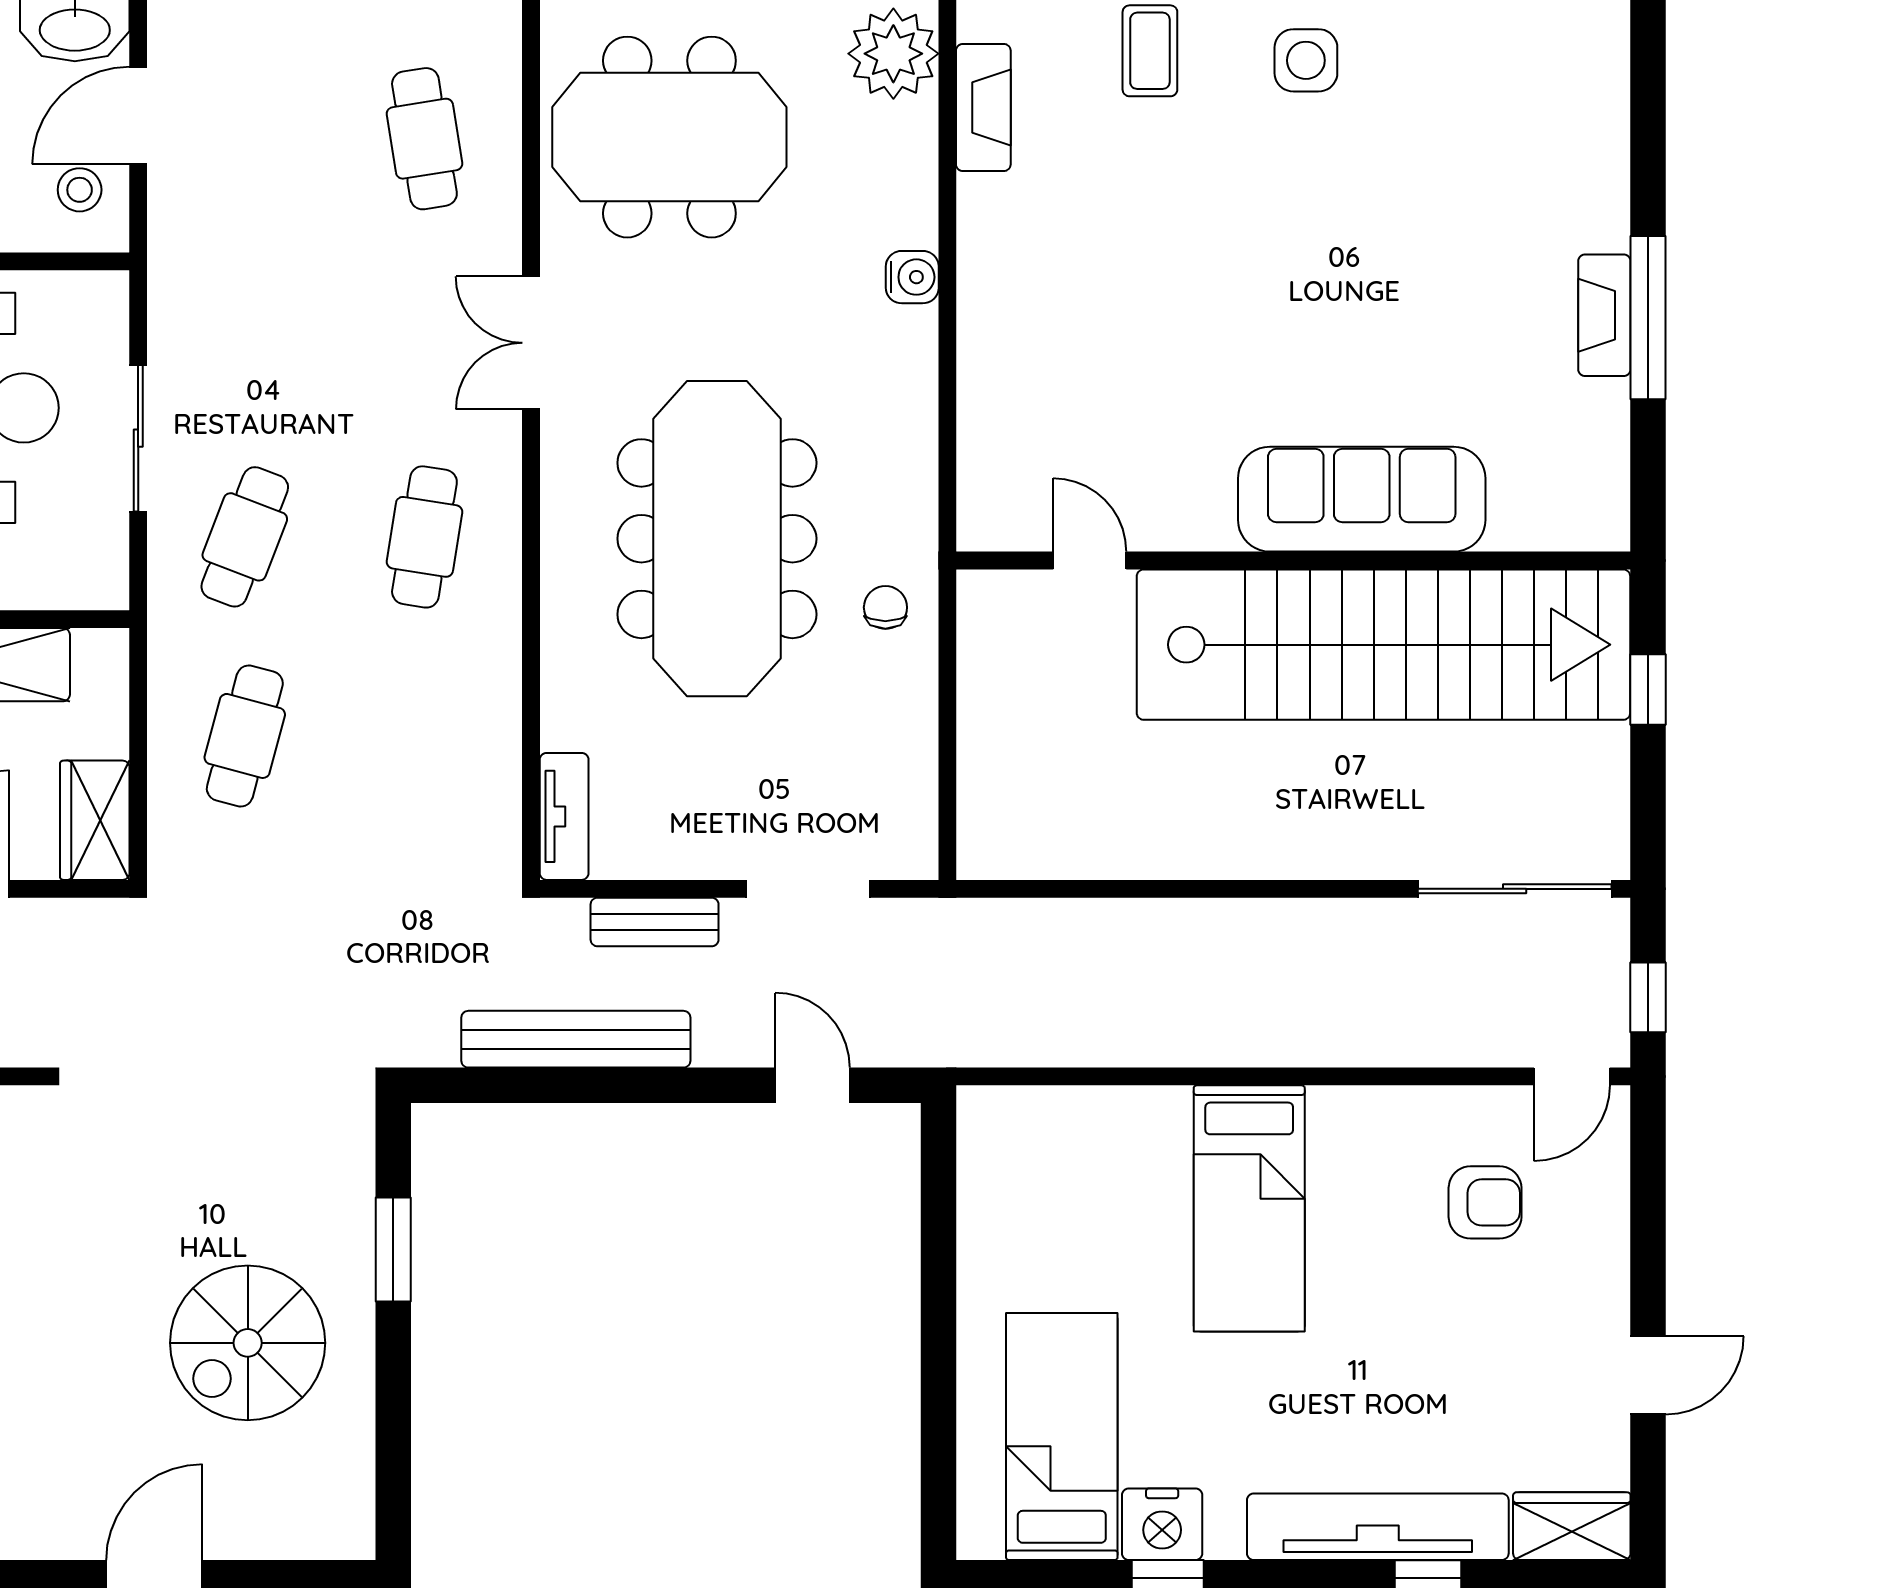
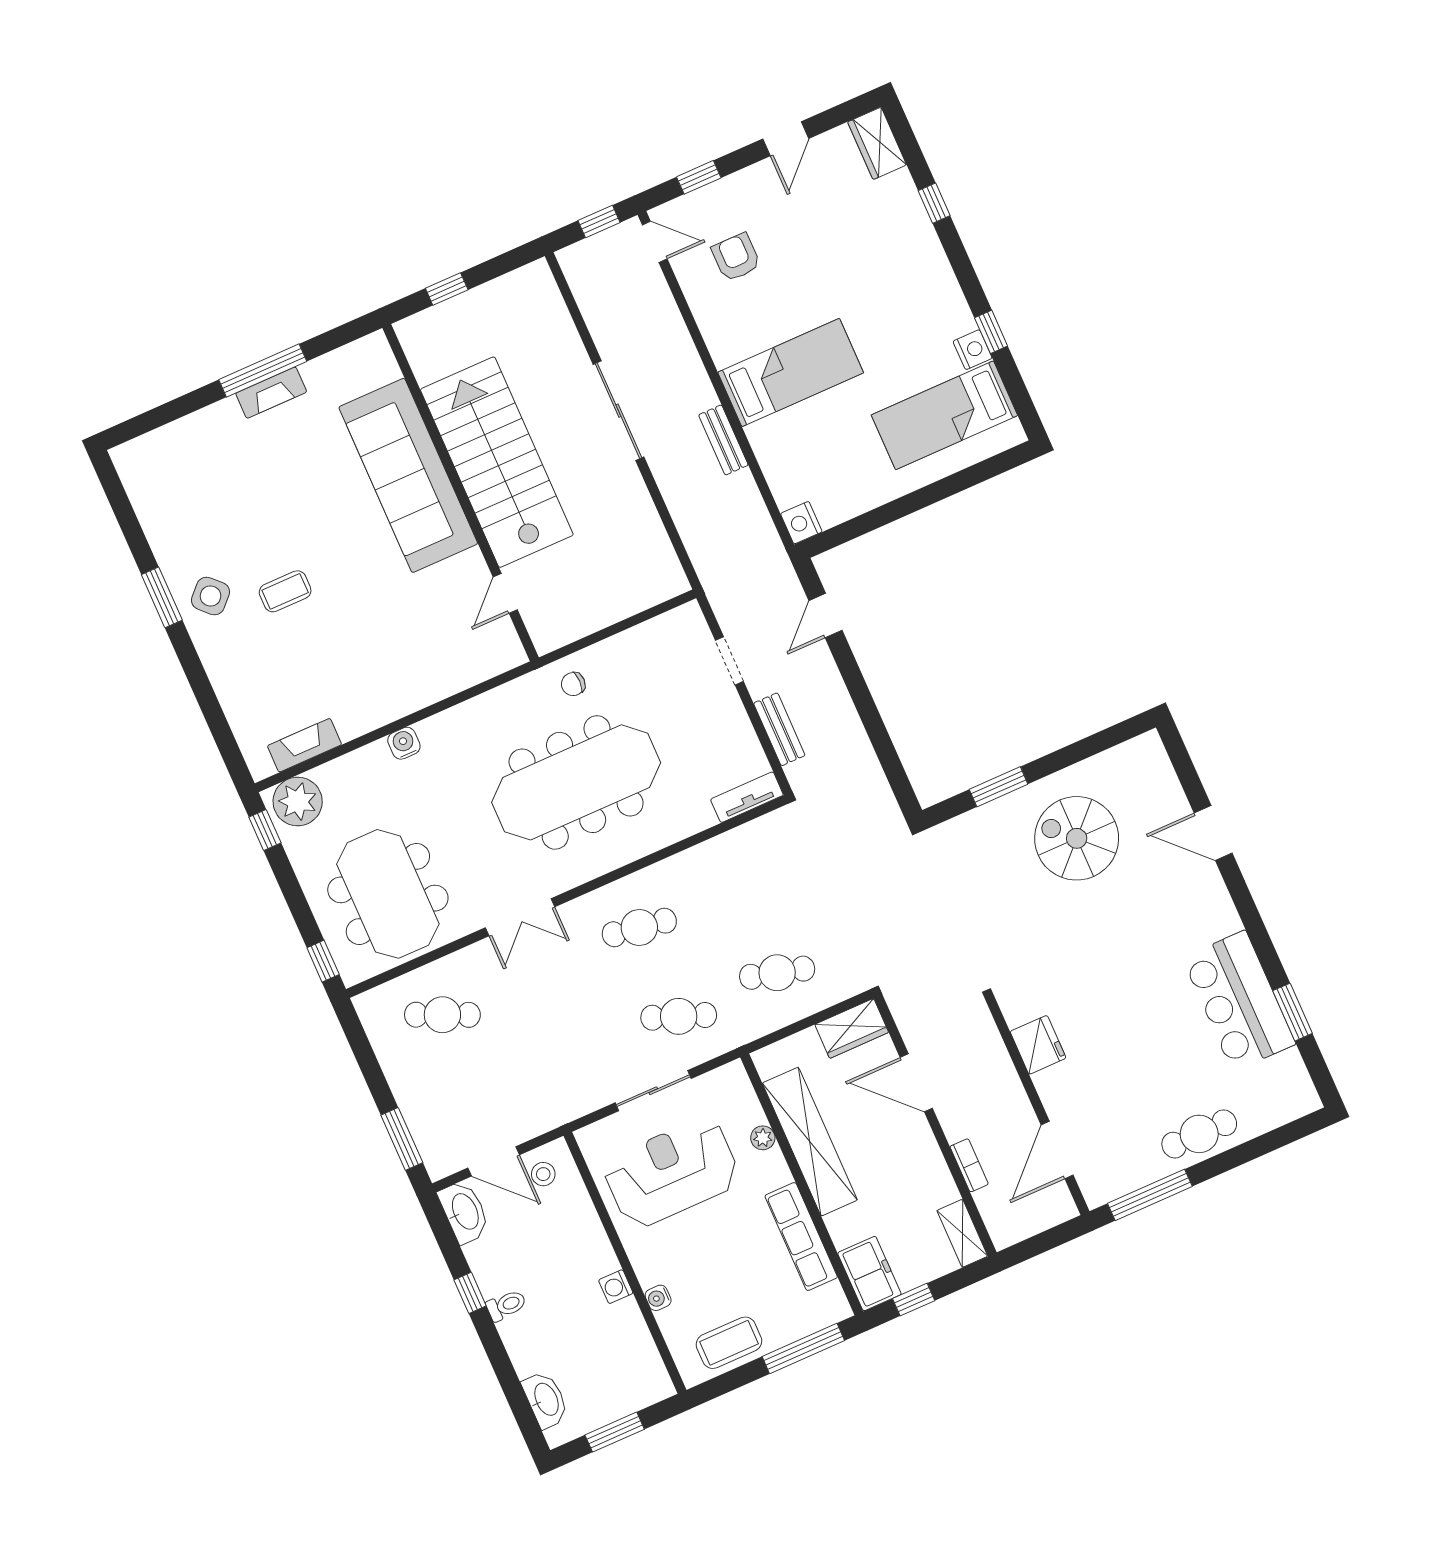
coffee table: (1150, 51) -> (285, 591), moved
side table: (1306, 60) -> (211, 596), turned 45
cafe table: (424, 139) -> (442, 1015), turned 33
sofa: (1362, 499) -> (408, 475), width x1.36, depth x1.27
stairs: (1383, 645) -> (497, 462), width x0.73
doorway: (808, 889) -> (729, 661), width x0.73
sliding door: (1515, 889) -> (618, 411), moved
bench: (576, 1039) -> (723, 440), moved, width x0.54, depth x0.82
nightstand: (987, 1114) -> (801, 523), added
window: (1648, 1199) -> (699, 177), added
spiral stairs: (248, 1343) -> (1077, 838), turned 180
door: (1648, 1375) -> (786, 139), swing flipped
nightstand: (1162, 1524) -> (973, 350), width x0.74, depth x0.75
tv unit: (1378, 1527) -> (920, 239), removed

